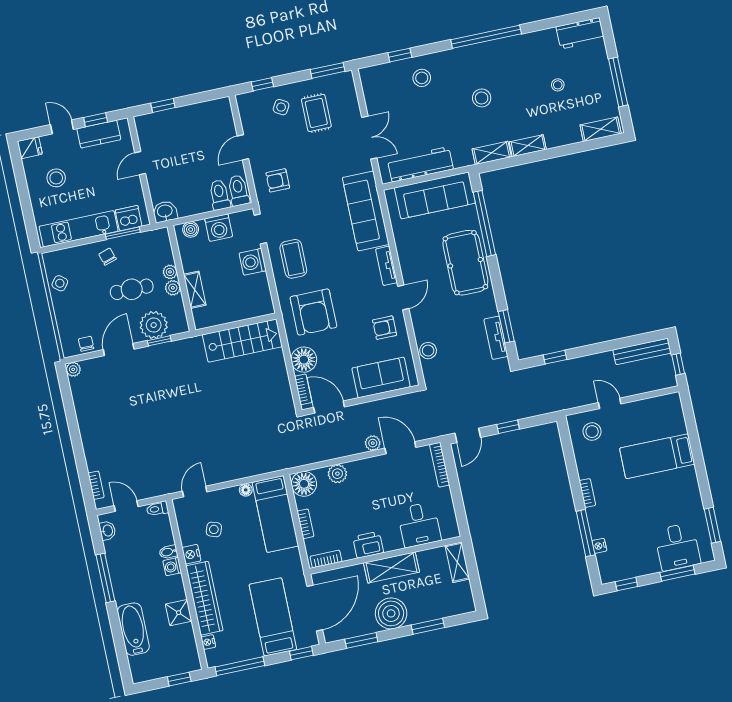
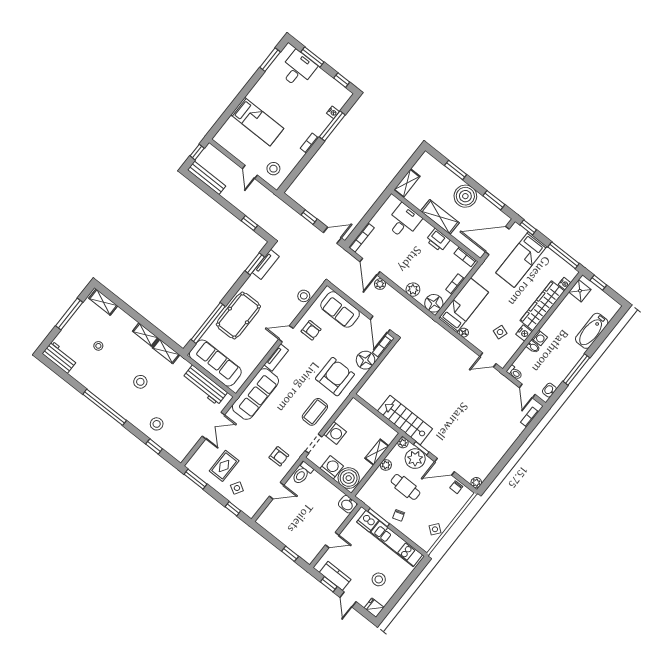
double door: (369, 138) -> (213, 426), swing flipped
toilet: (220, 195) -> (313, 482), removed
boiler: (191, 230) -> (349, 478), width x1.86, depth x1.86
plant: (170, 272) -> (403, 443), moved
stairs: (242, 341) -> (405, 420), moved
shower: (179, 613) -> (580, 291), moved

